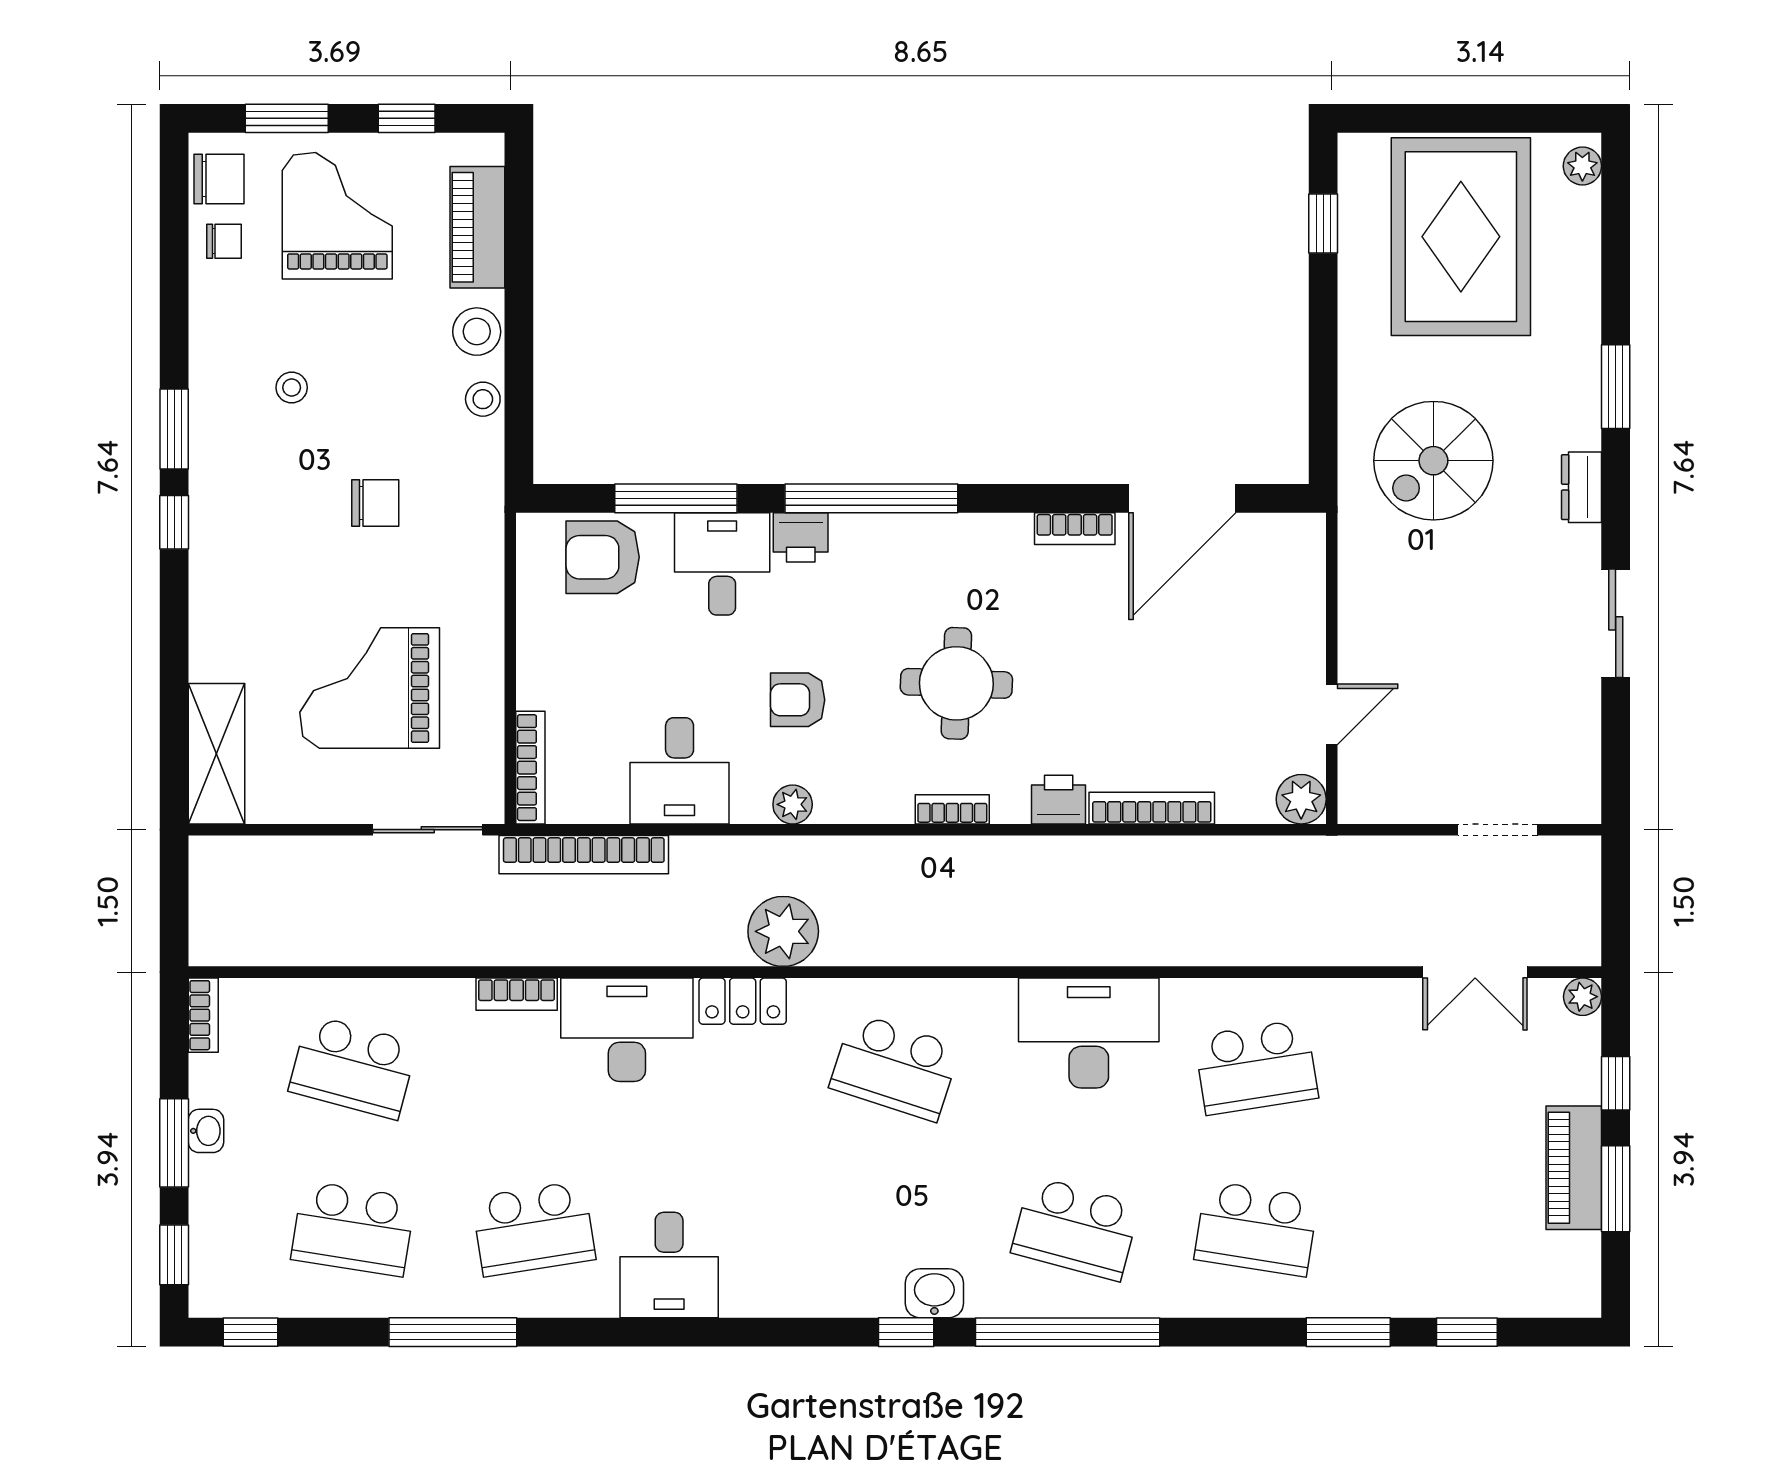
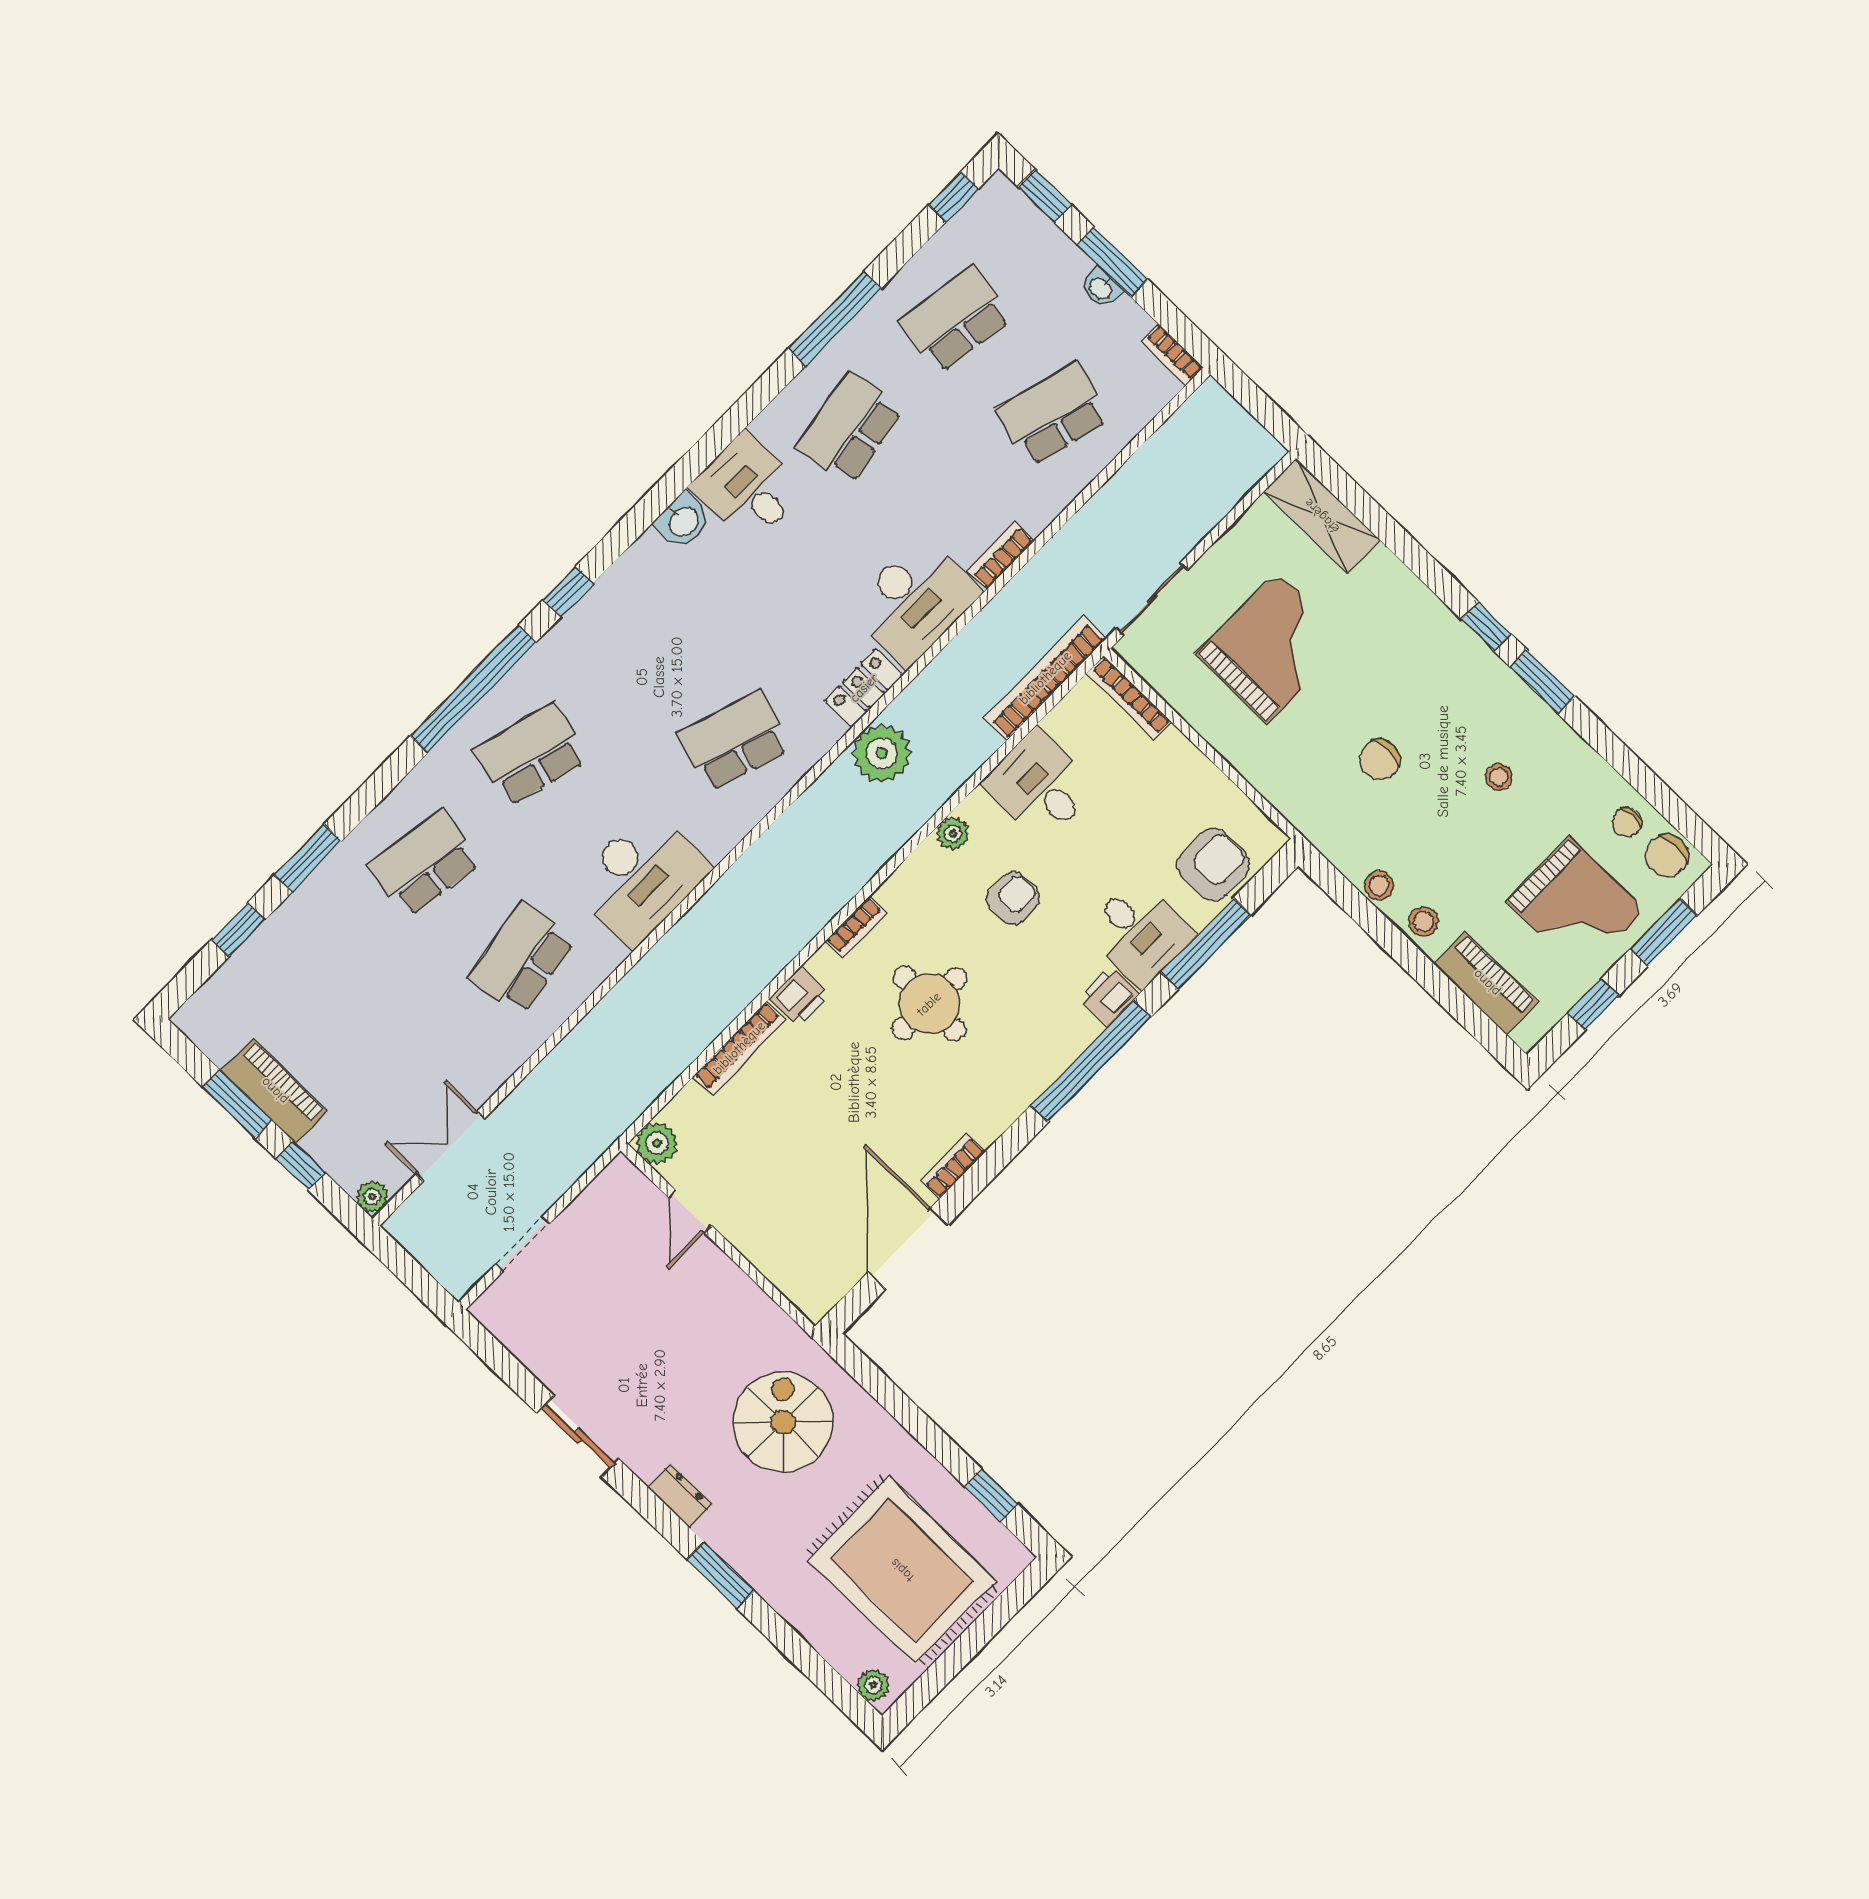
stool: (477, 332) -> (1423, 921), width x0.73, depth x0.73
washbasin: (934, 1293) -> (683, 521), moved

